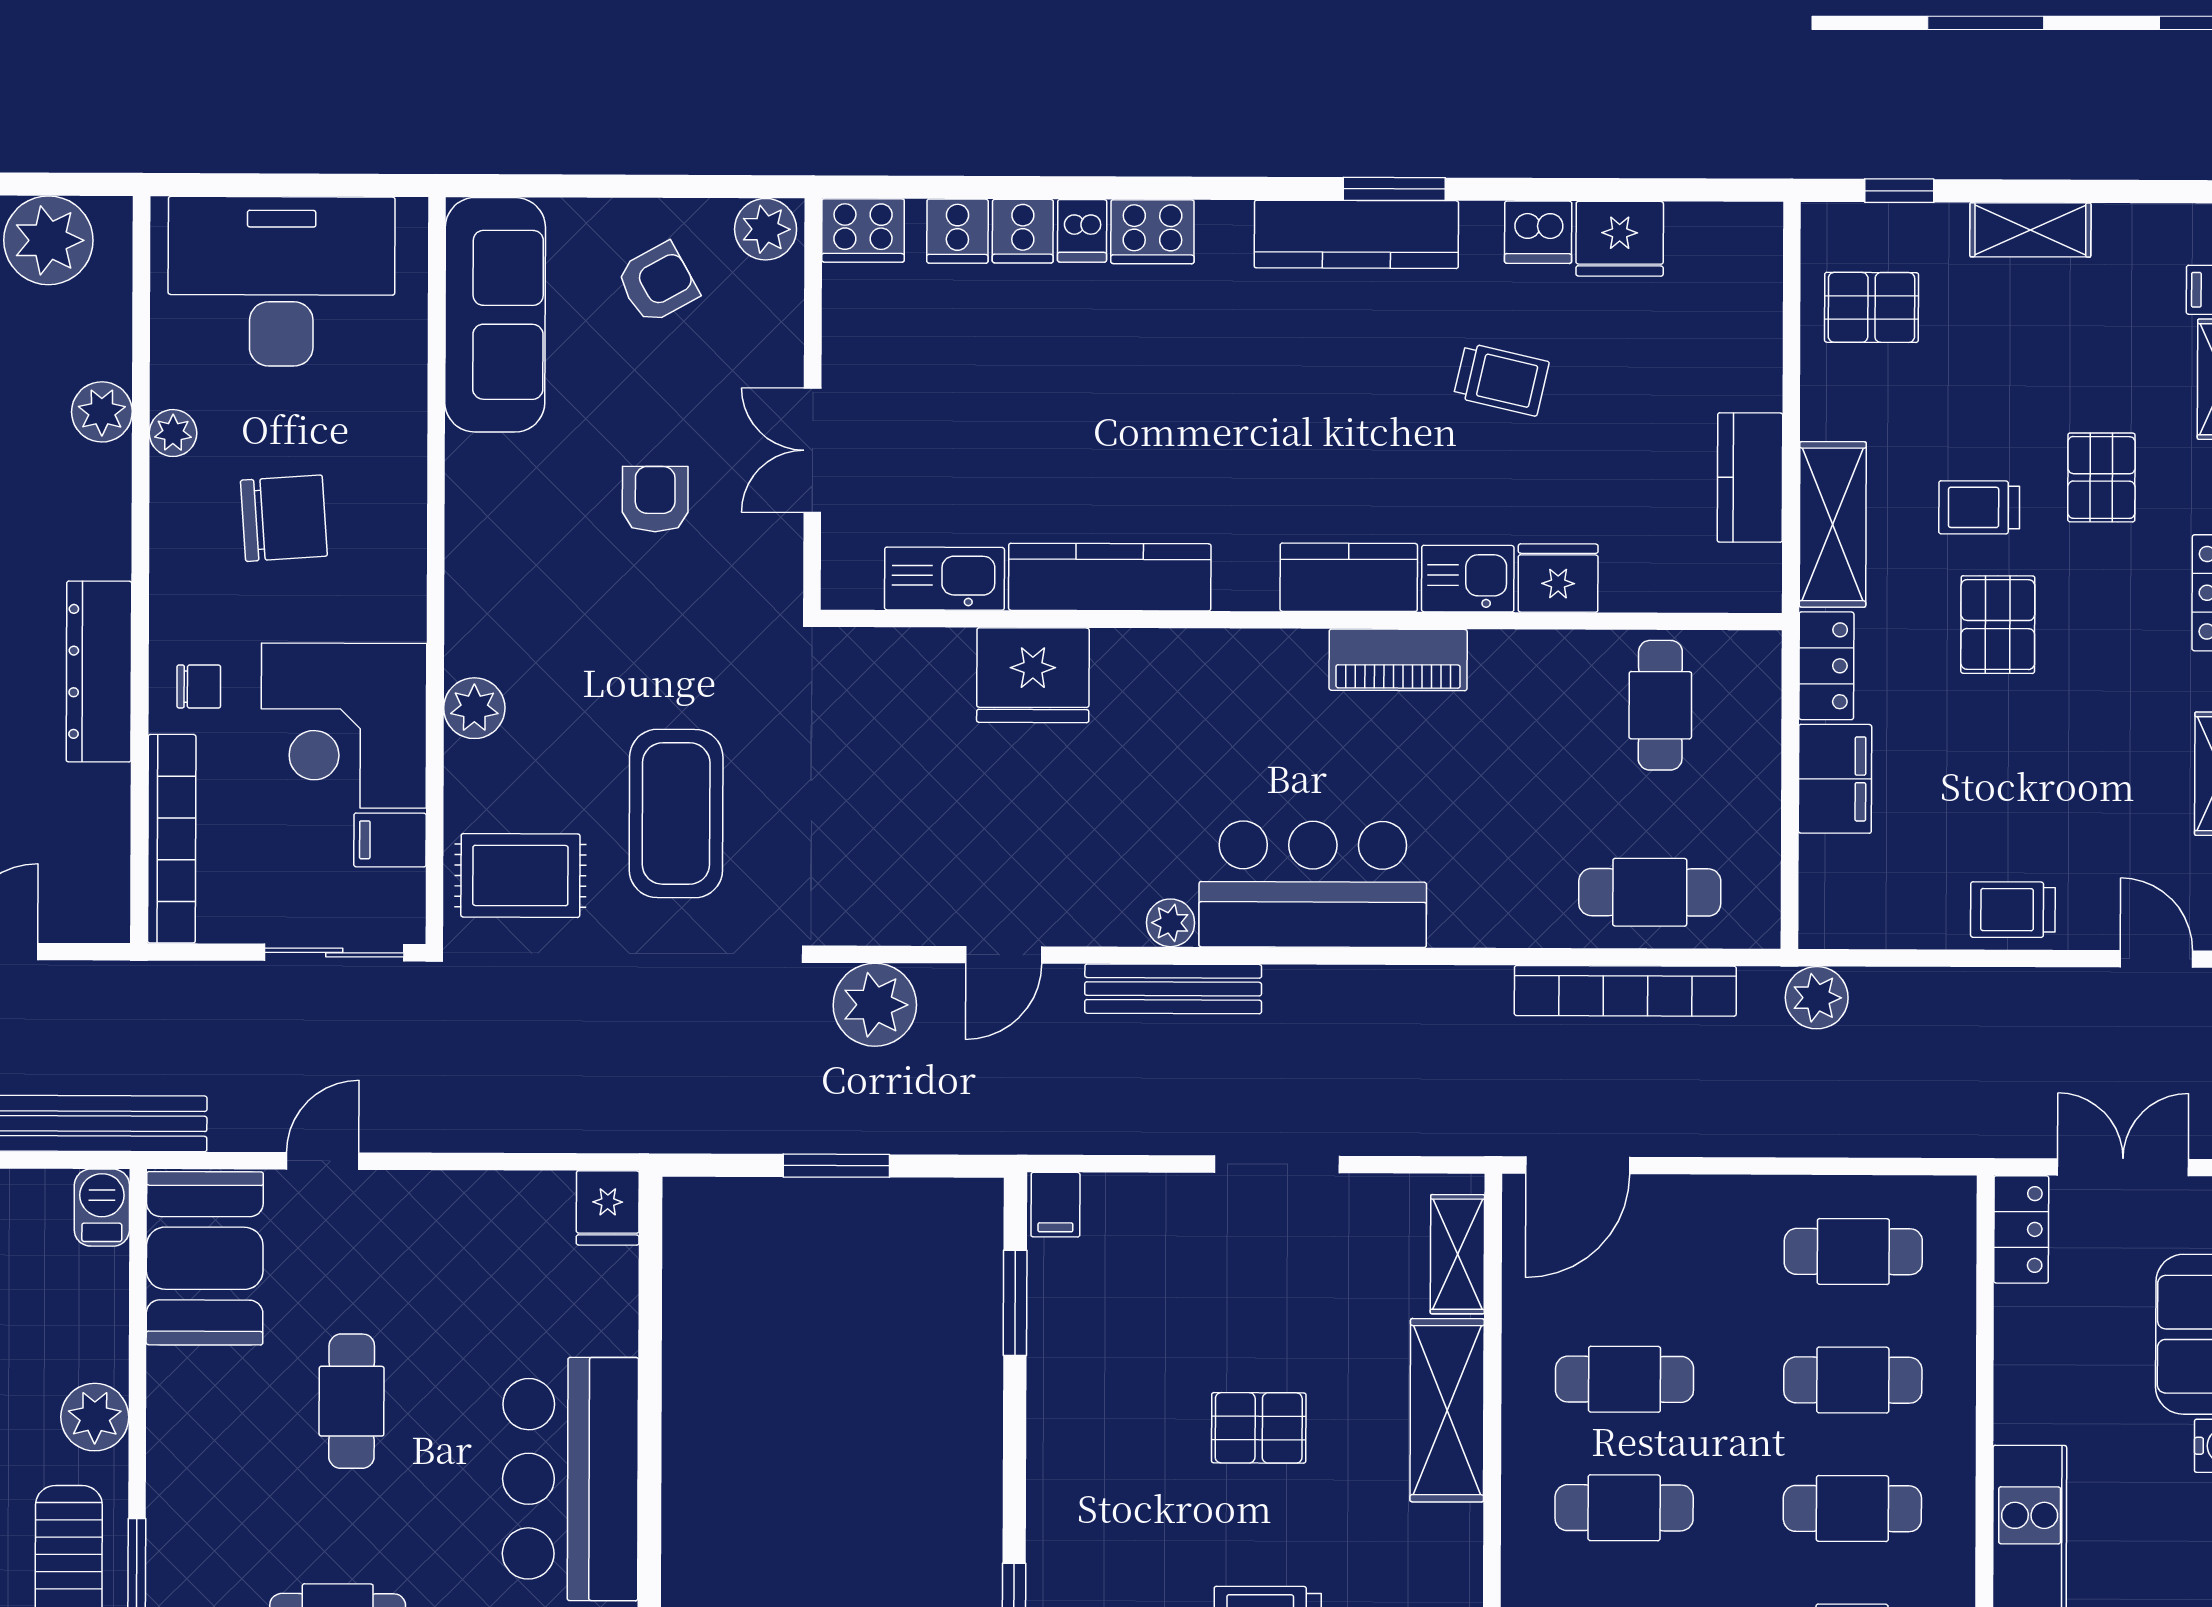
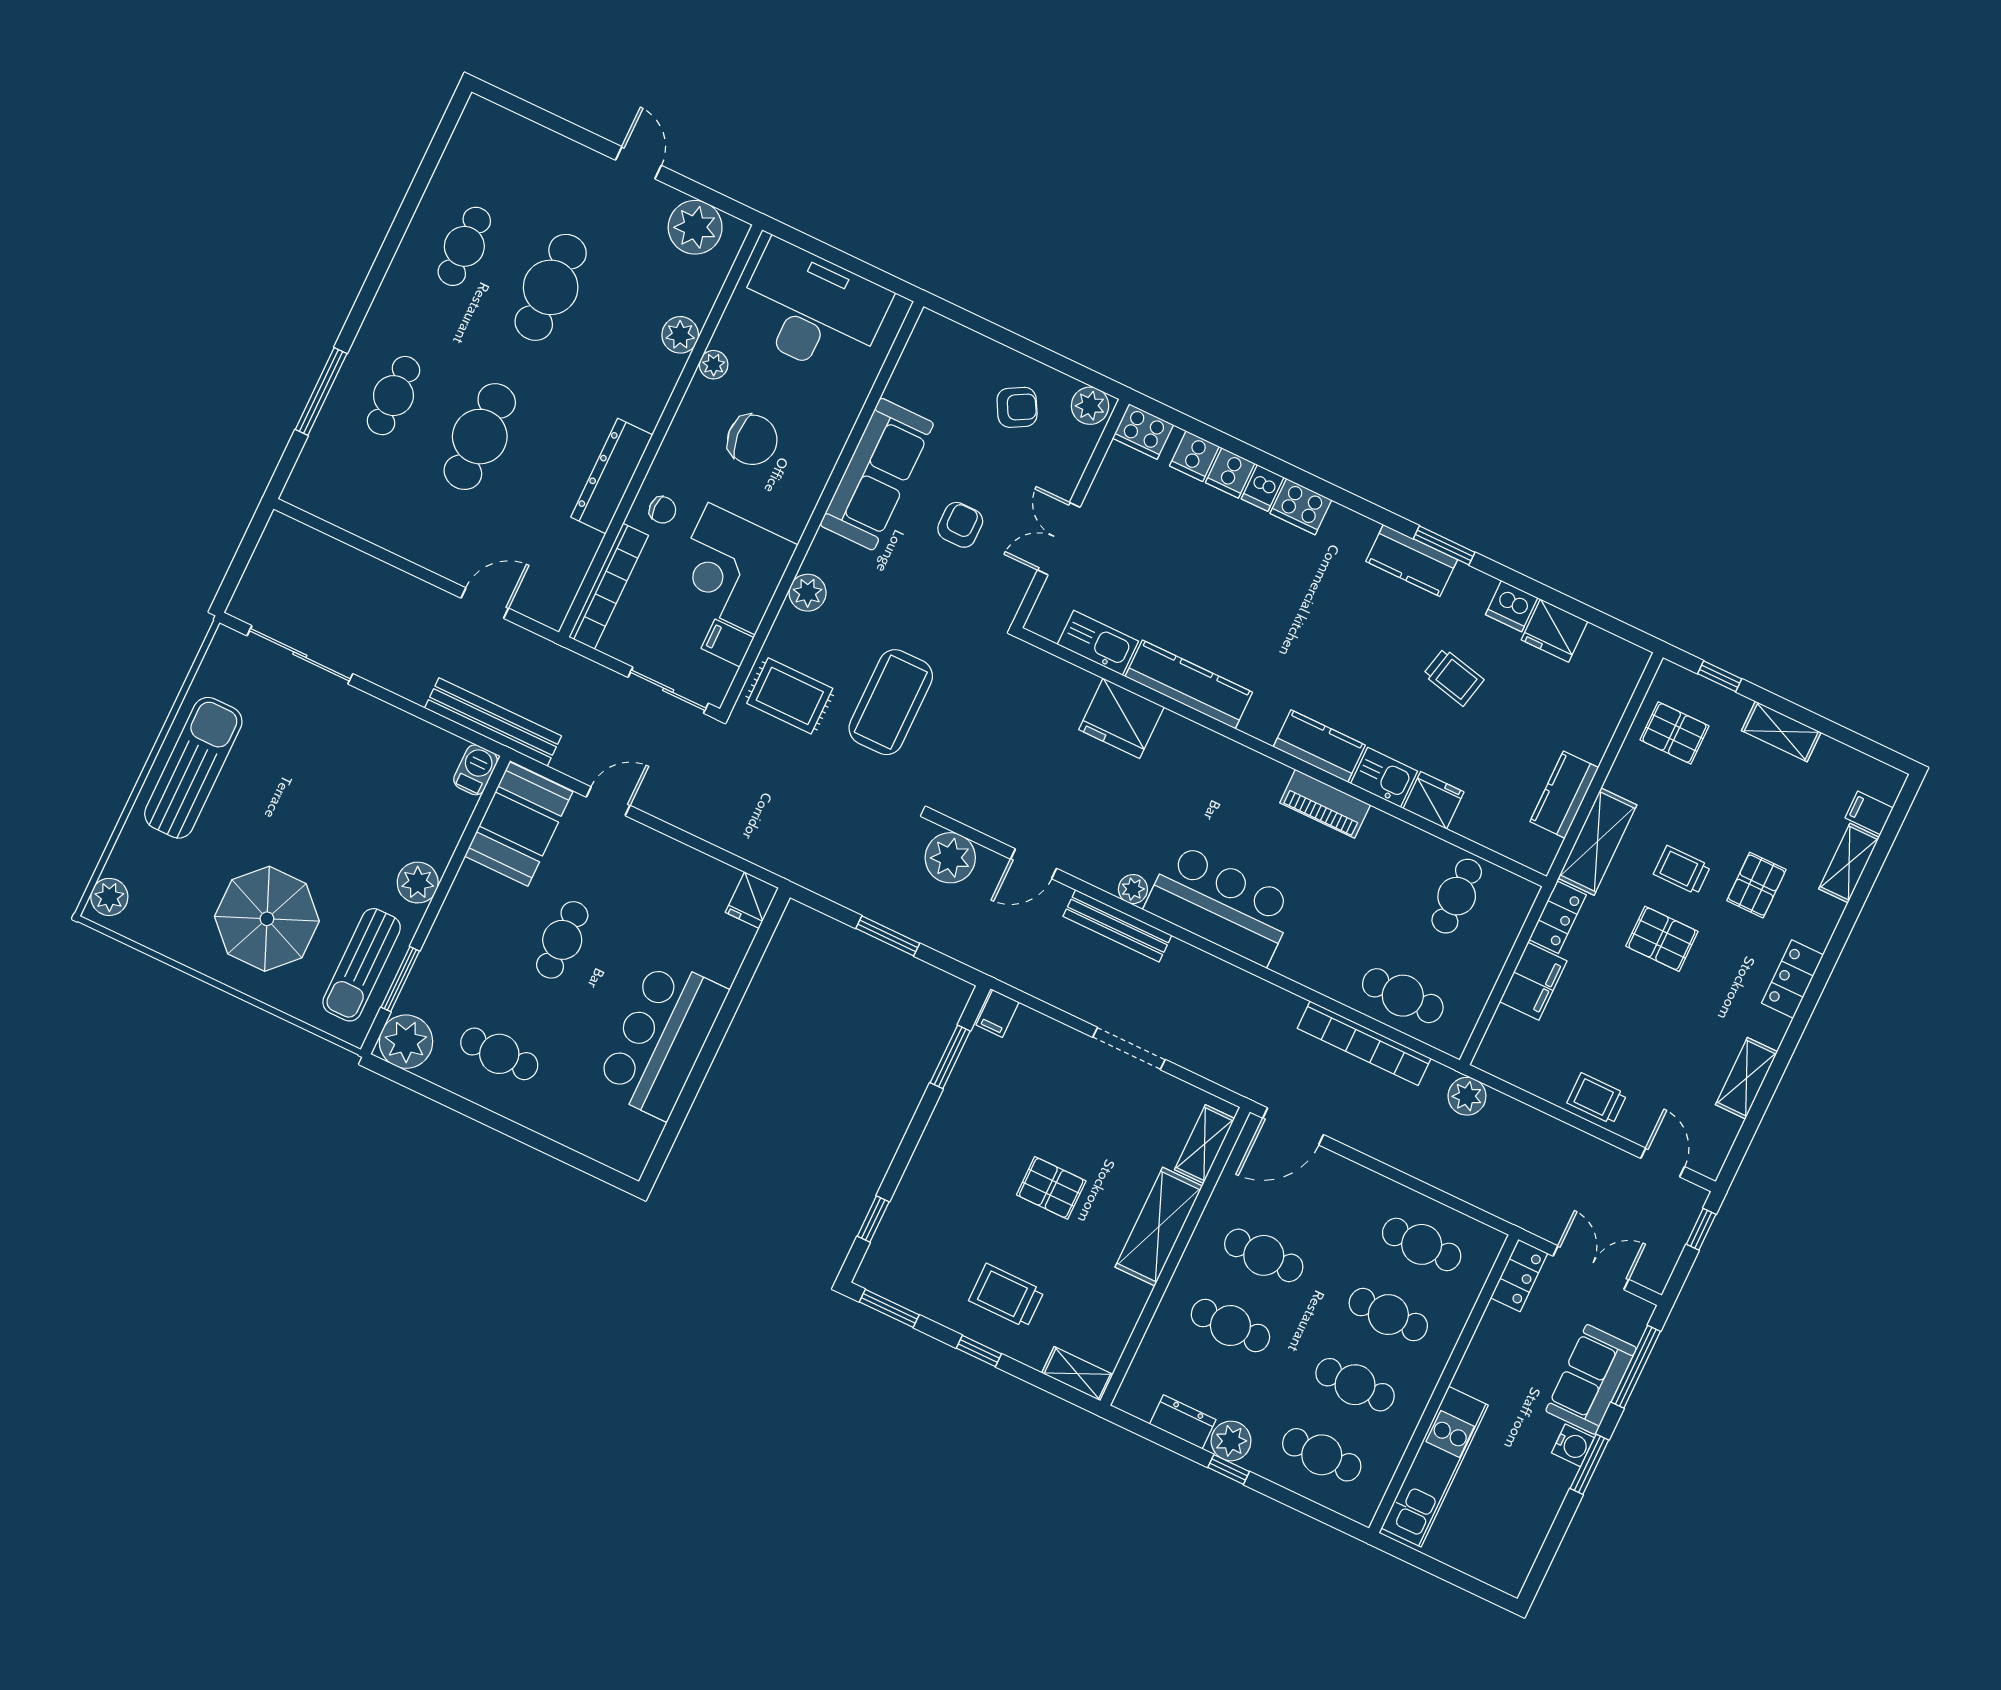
kitchen counter: (1356, 234) -> (1412, 561), width x0.67
sofa: (495, 315) -> (877, 474), moved
pallet: (1998, 625) -> (1662, 939), turned 90

